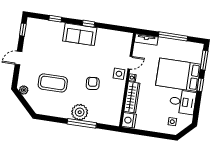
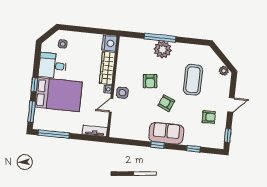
window: (173, 36) -> (54, 134), moved
armchair: (40, 48) -> (209, 117), added
armchair: (79, 62) -> (166, 103), added
coffee table: (53, 83) -> (193, 80), turned 90

